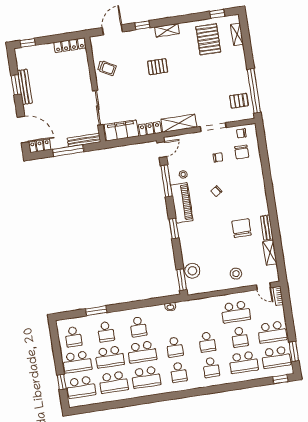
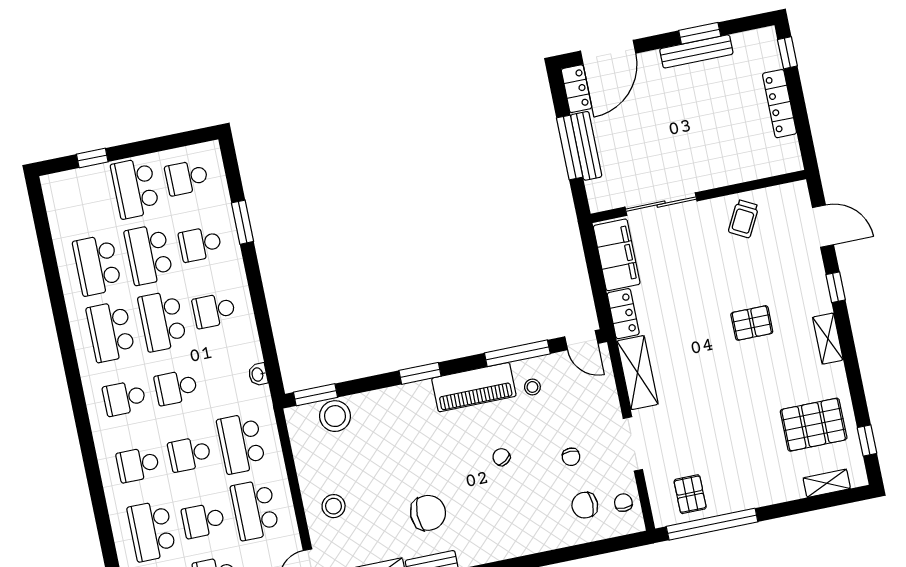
locker: (70, 45) -> (779, 104), moved
pallet: (158, 67) -> (752, 323), turned 90
bench: (84, 140) -> (586, 146), moved
school desk: (81, 387) -> (241, 443), moved

